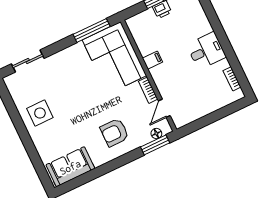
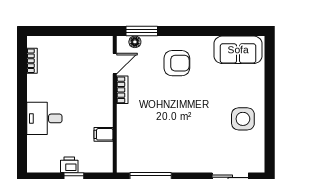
desk: (206, 51) -> (44, 118), moved
corner sofa: (114, 58) -> (141, 139), removed
filing cabinet: (152, 60) -> (103, 134), moved

